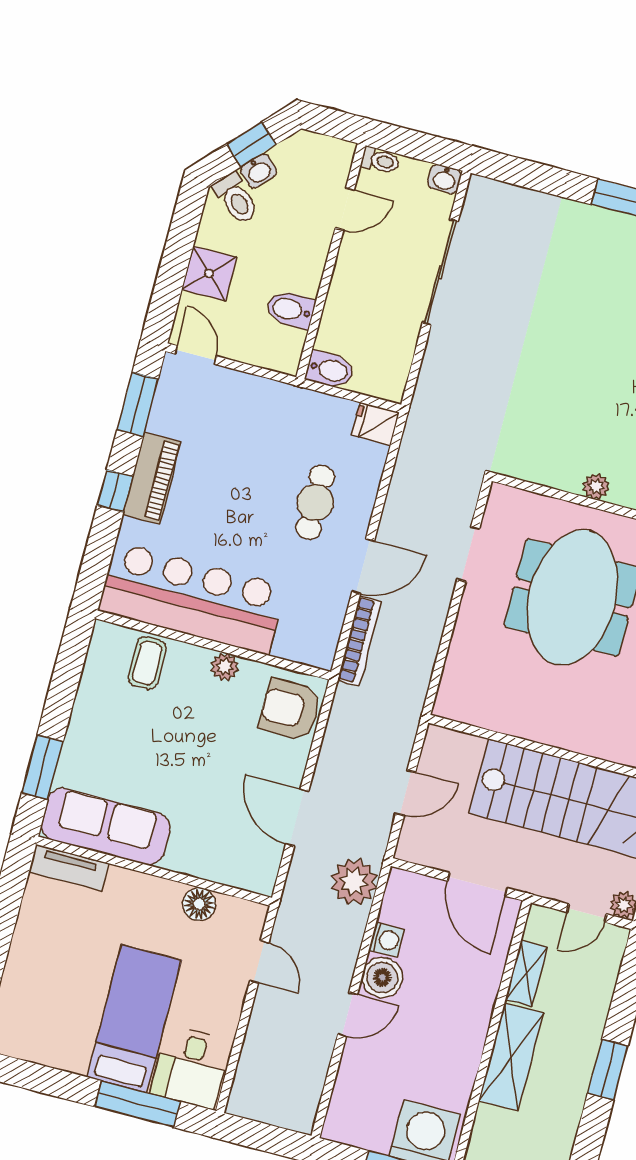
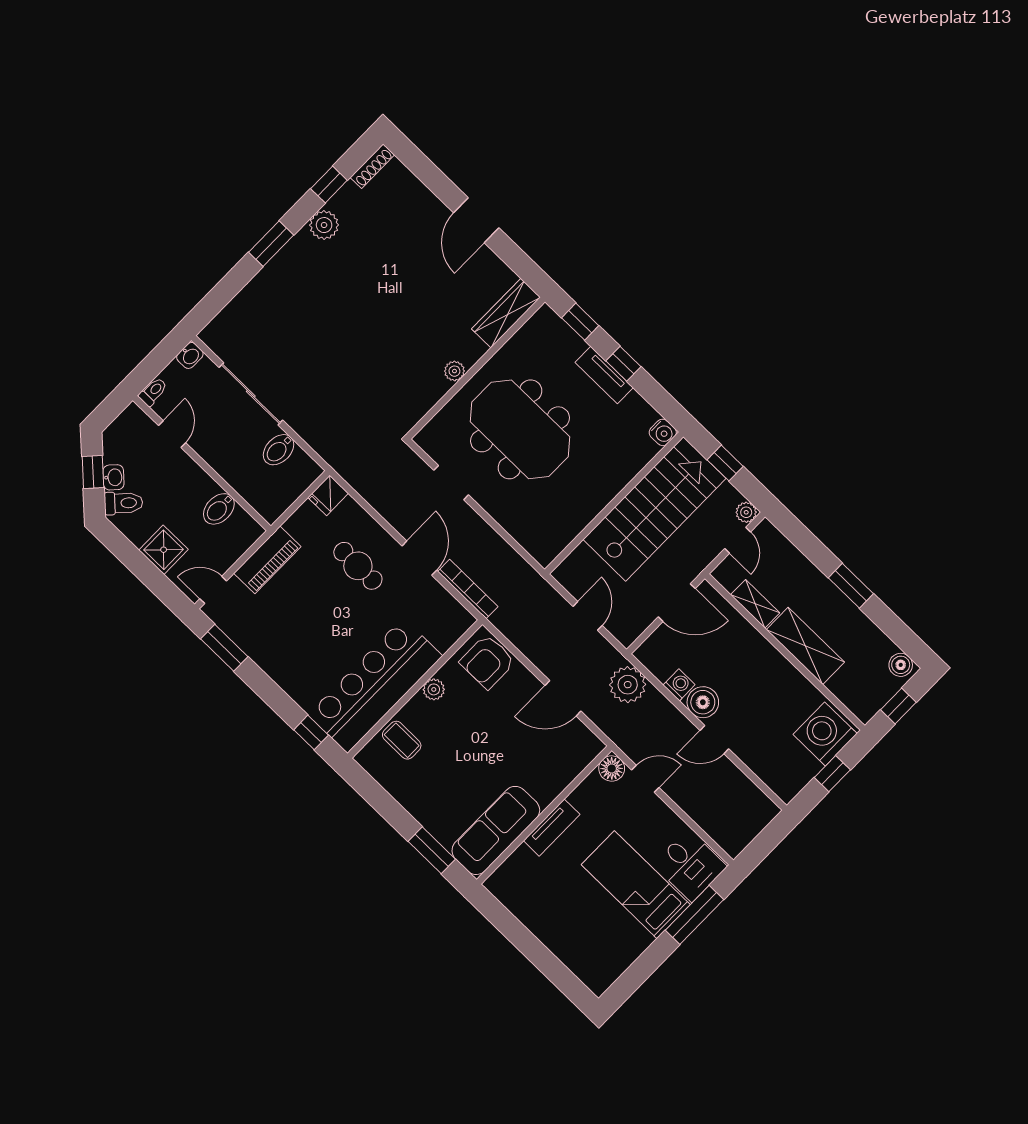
bidet: (330, 370) -> (279, 450), moved, turned 180
piano: (152, 478) -> (267, 560), moved, turned 90
window: (115, 491) -> (311, 732), moved
tv unit: (69, 868) -> (552, 828), moved
floor lamp: (199, 904) -> (612, 768), moved
door: (348, 1014) -> (714, 740), swing flipped

